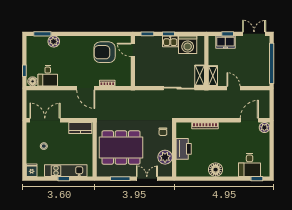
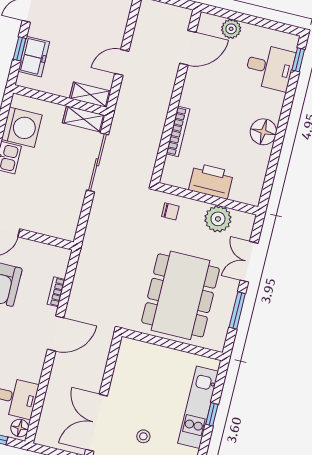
door: (249, 120) -> (188, 48), swing flipped
plant: (264, 127) -> (231, 29), moved
kitchen counter: (80, 128) -> (126, 361), removed

